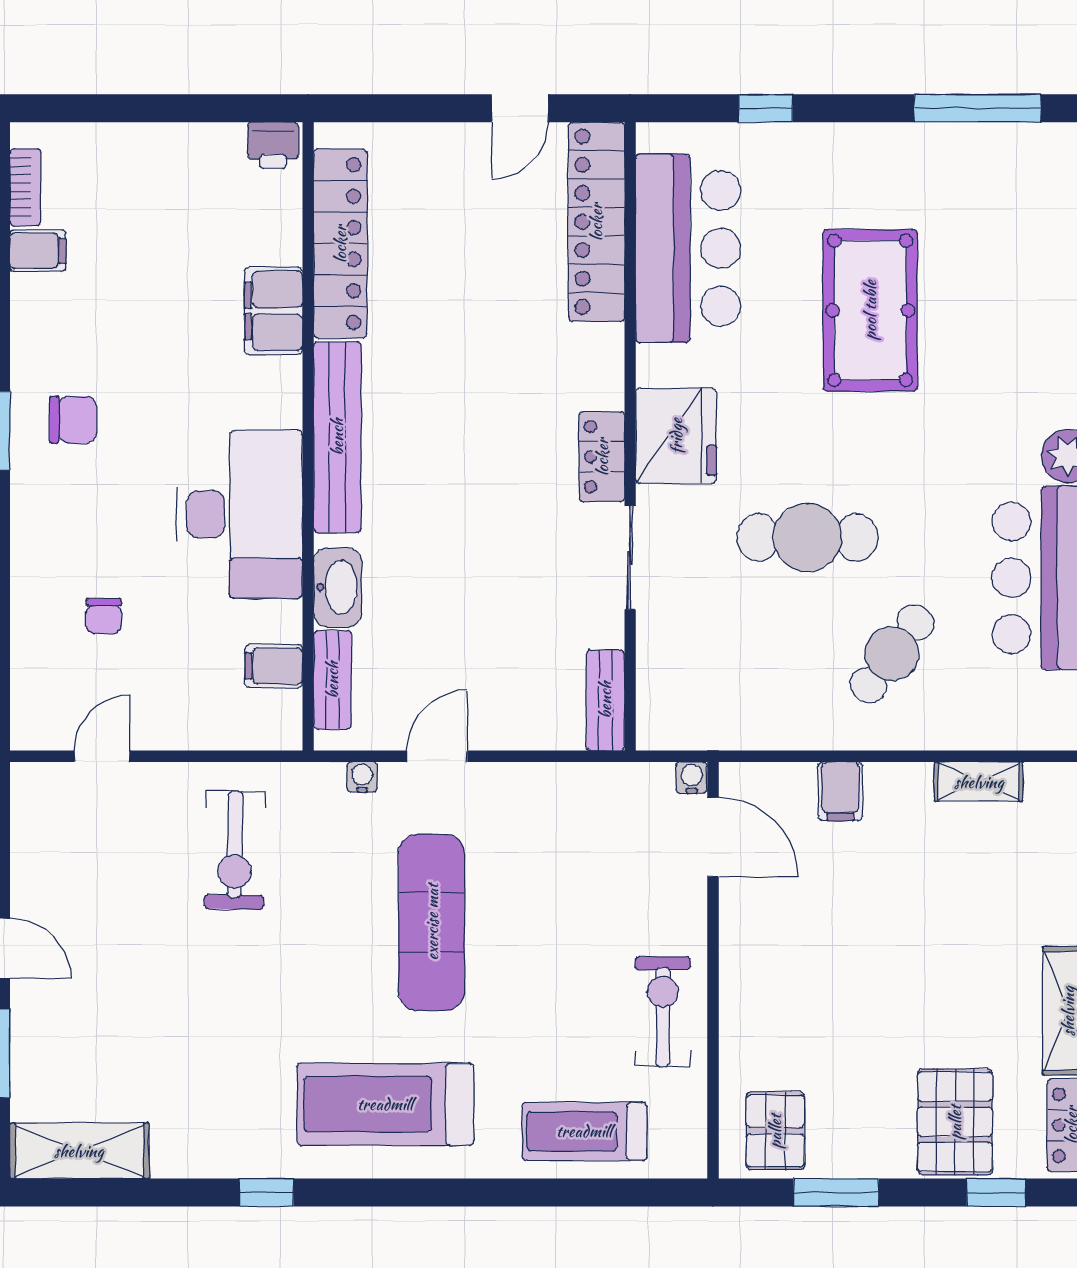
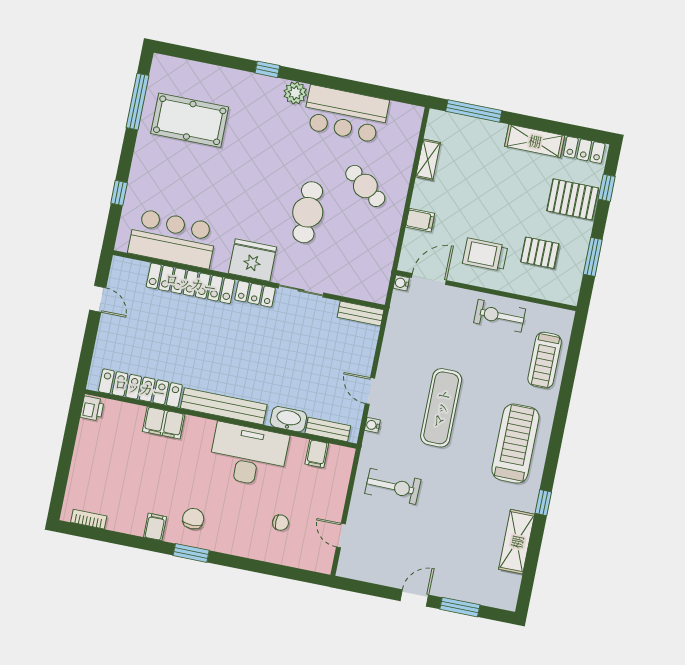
locker: (596, 222) -> (191, 283), moved
filing cabinet: (38, 251) -> (155, 527), moved
pool table: (870, 310) -> (190, 120), moved
exercise mat: (432, 922) -> (441, 408), turned 90
trolley: (793, 952) -> (485, 255), added
treadmill: (385, 1104) -> (515, 444), turned 180
pallet: (775, 1131) -> (540, 253), moved
shelving: (79, 1151) -> (517, 542), moved

